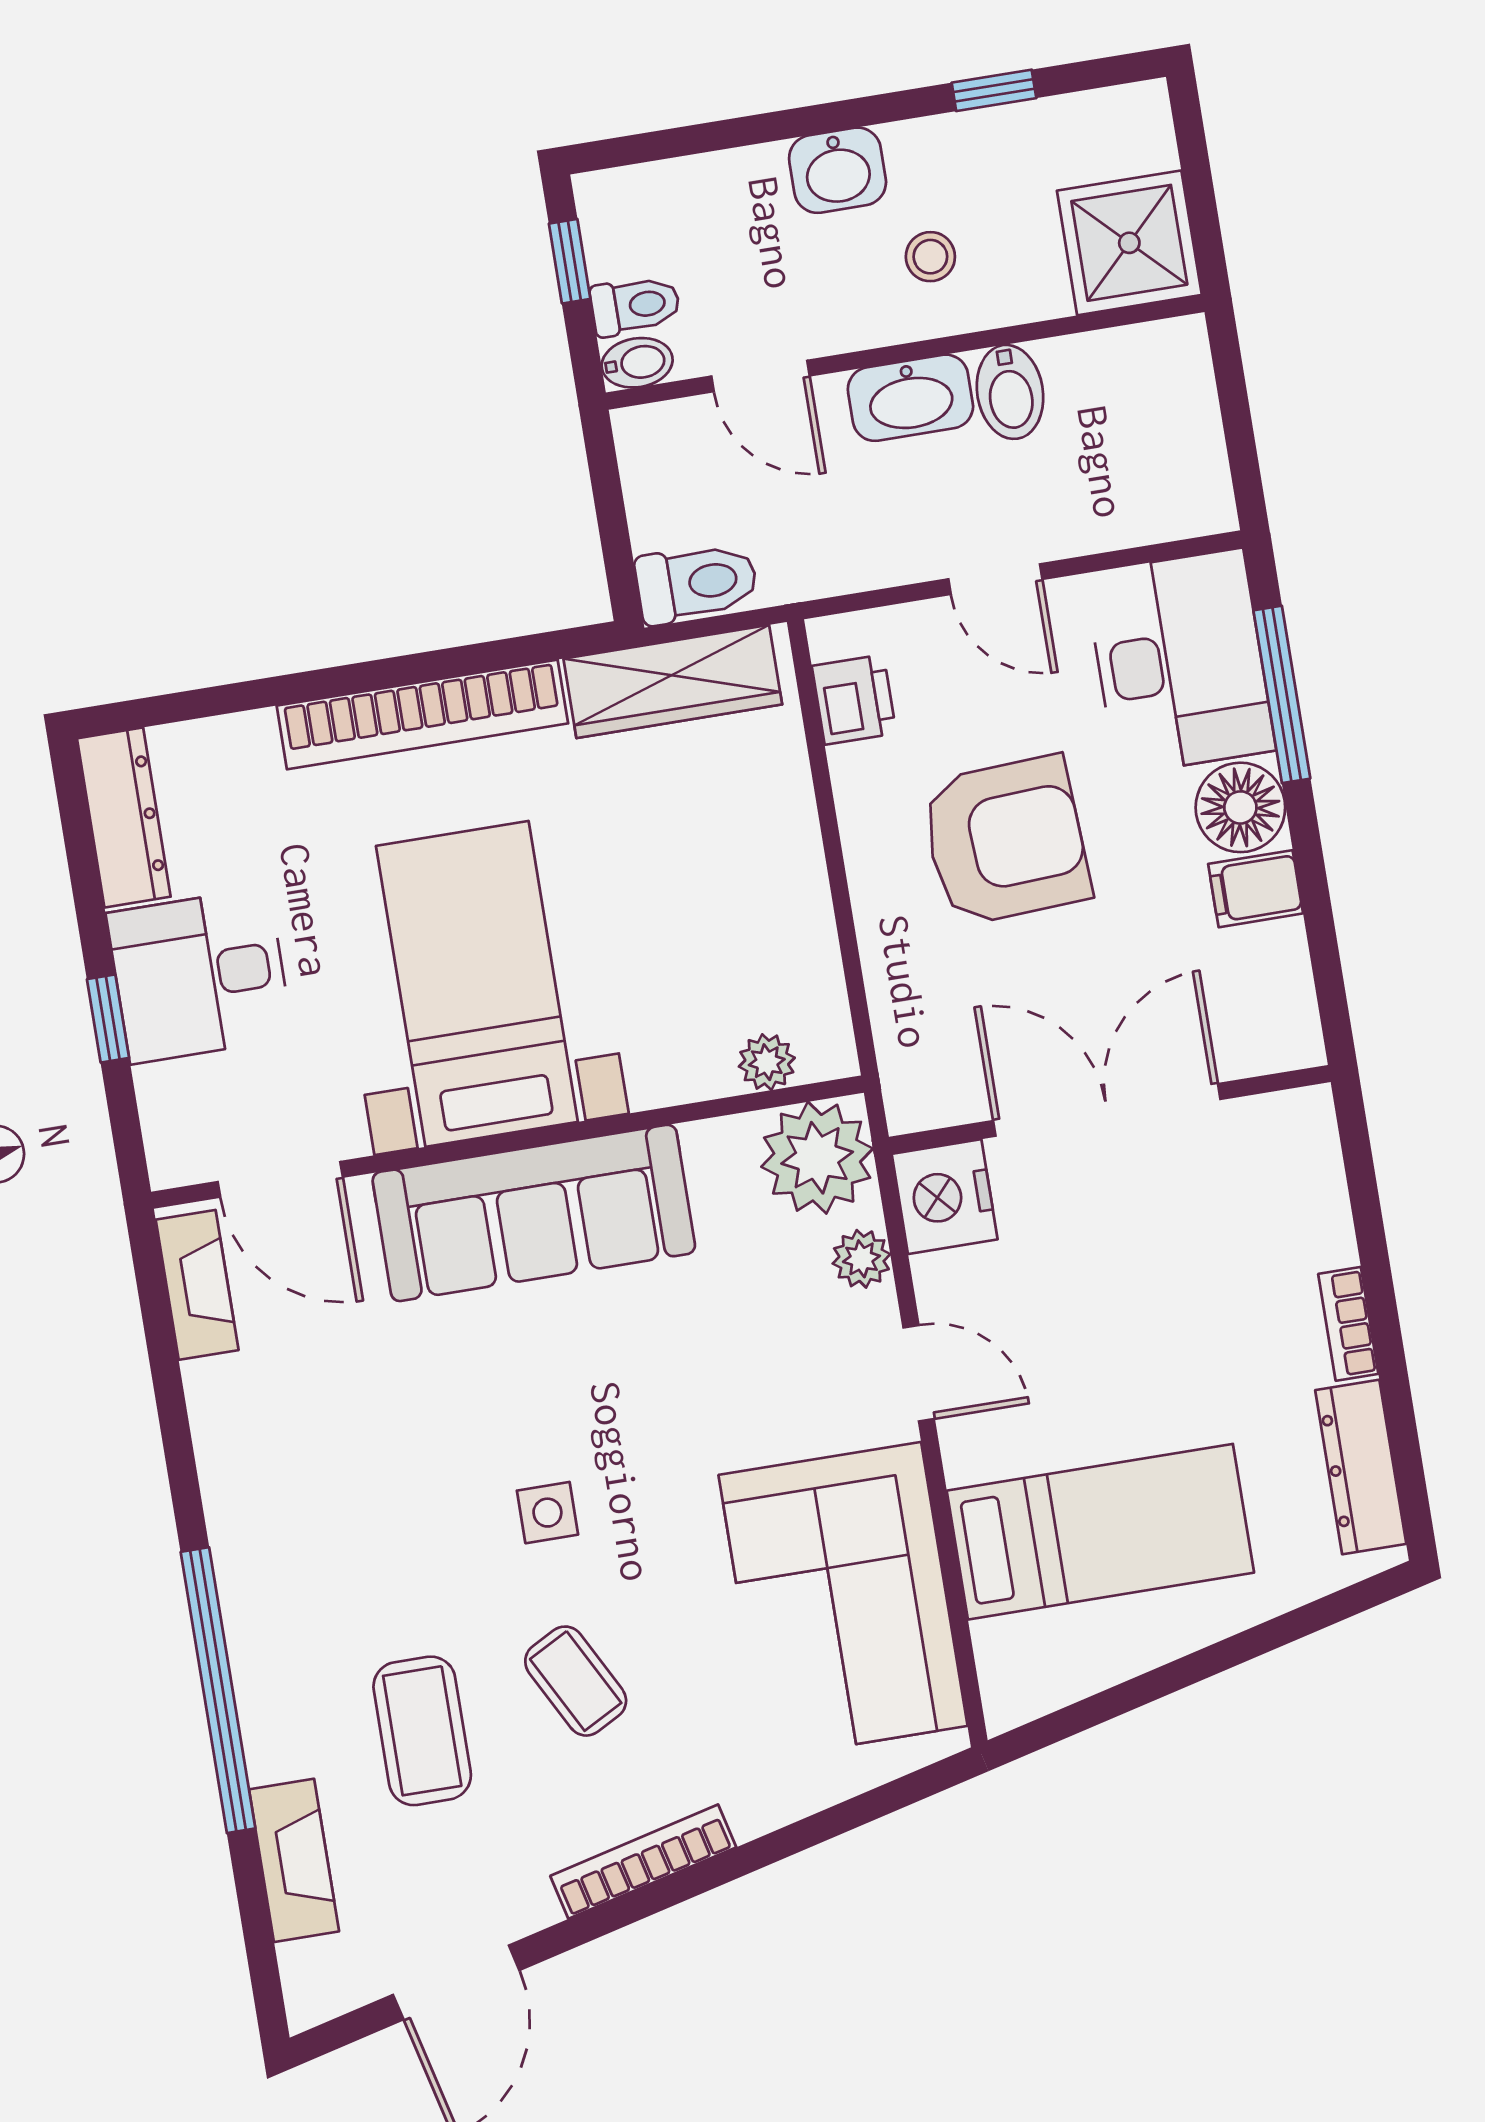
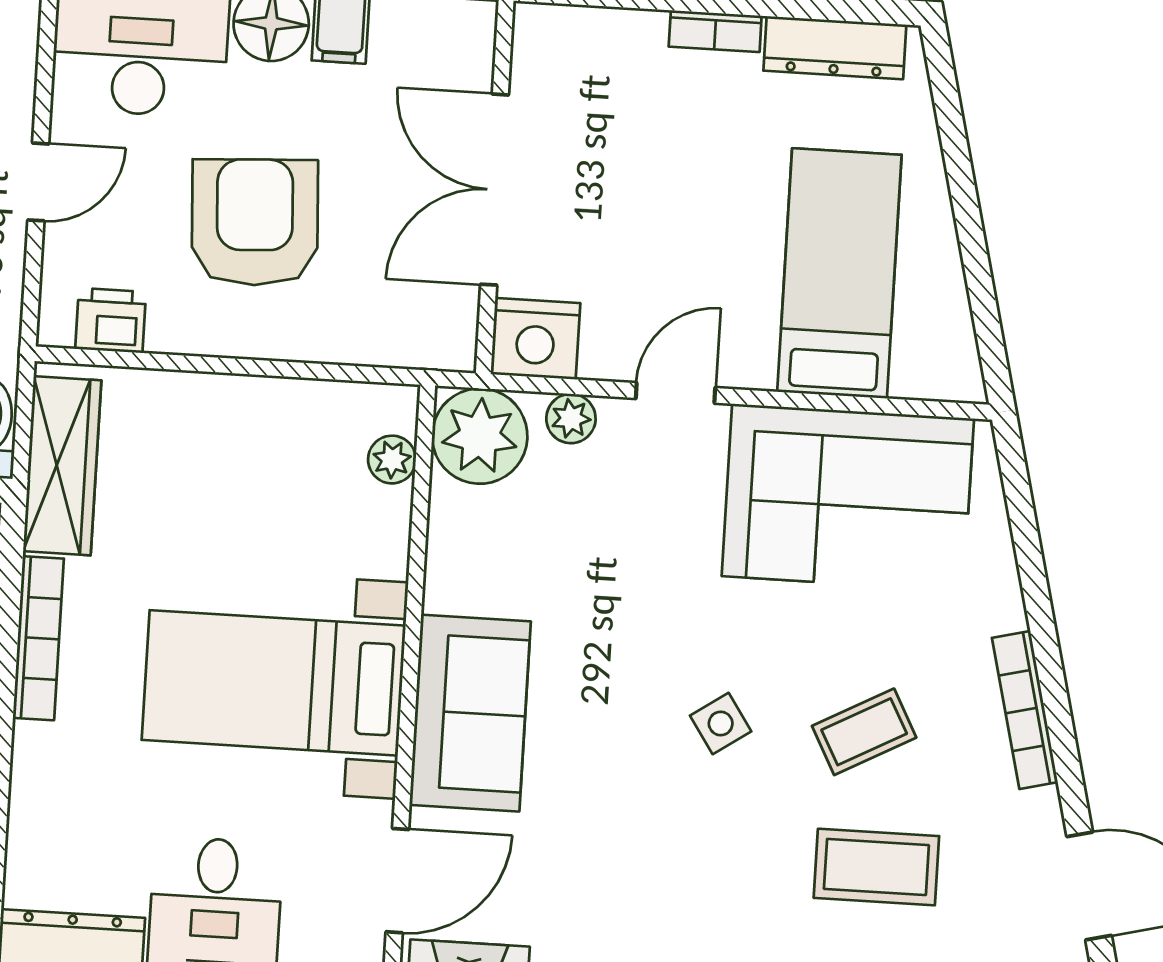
bookcase: (422, 715) -> (38, 638), width x0.68, depth x0.76
sofa: (534, 1213) -> (470, 713), width x0.73
side table: (547, 1513) -> (721, 723), turned -34

